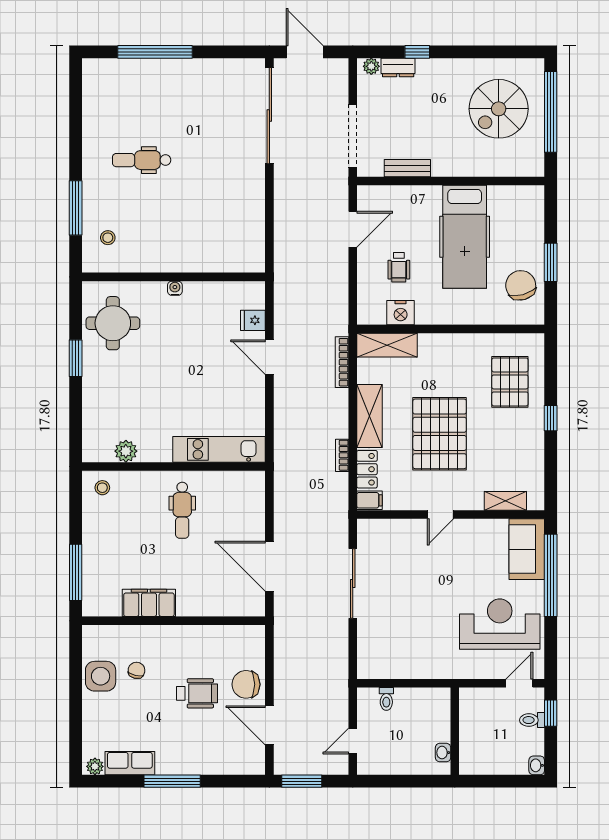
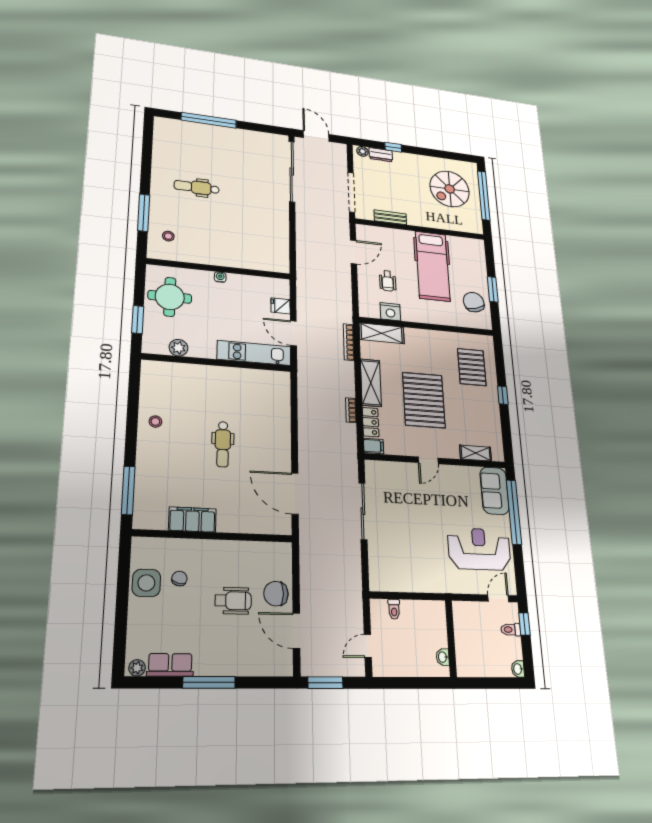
kitchen unit: (219, 449) -> (254, 353), moved
plant: (126, 451) -> (178, 348), moved
wall: (173, 467) -> (217, 363), moved

